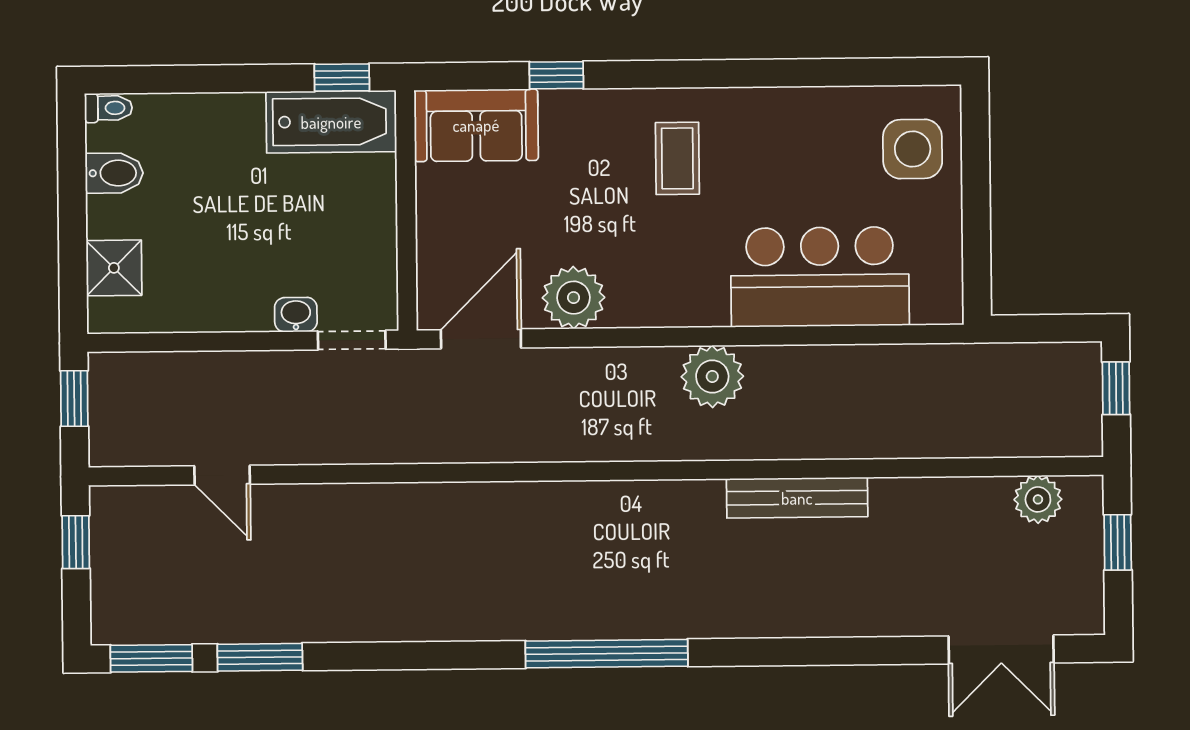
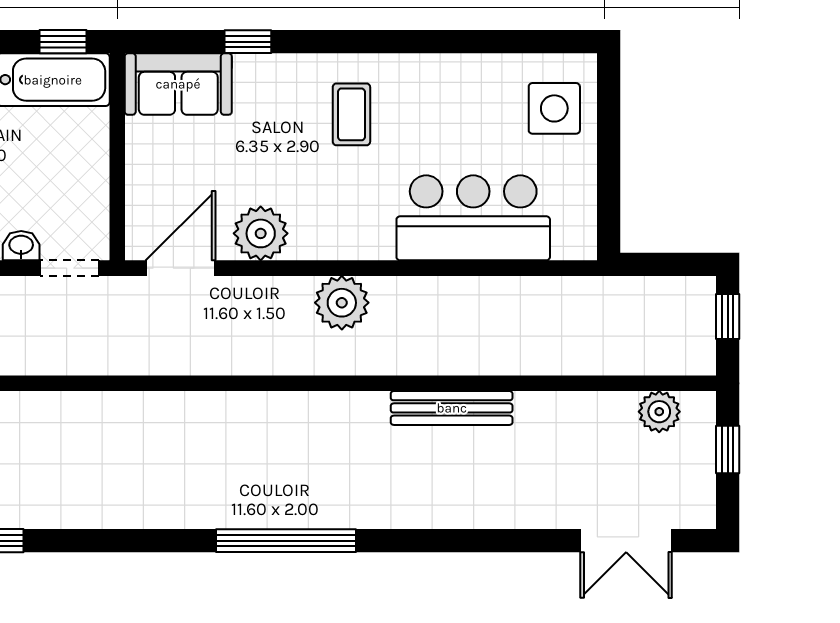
plant: (712, 377) -> (342, 303), moved

